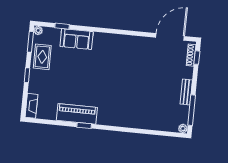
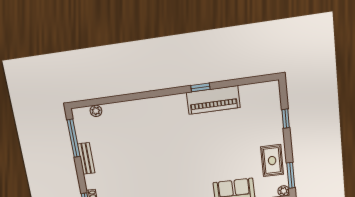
window: (27, 75) -> (286, 119), moved
fireplace: (31, 106) -> (274, 96), removed
plant: (183, 128) -> (96, 111), moved

